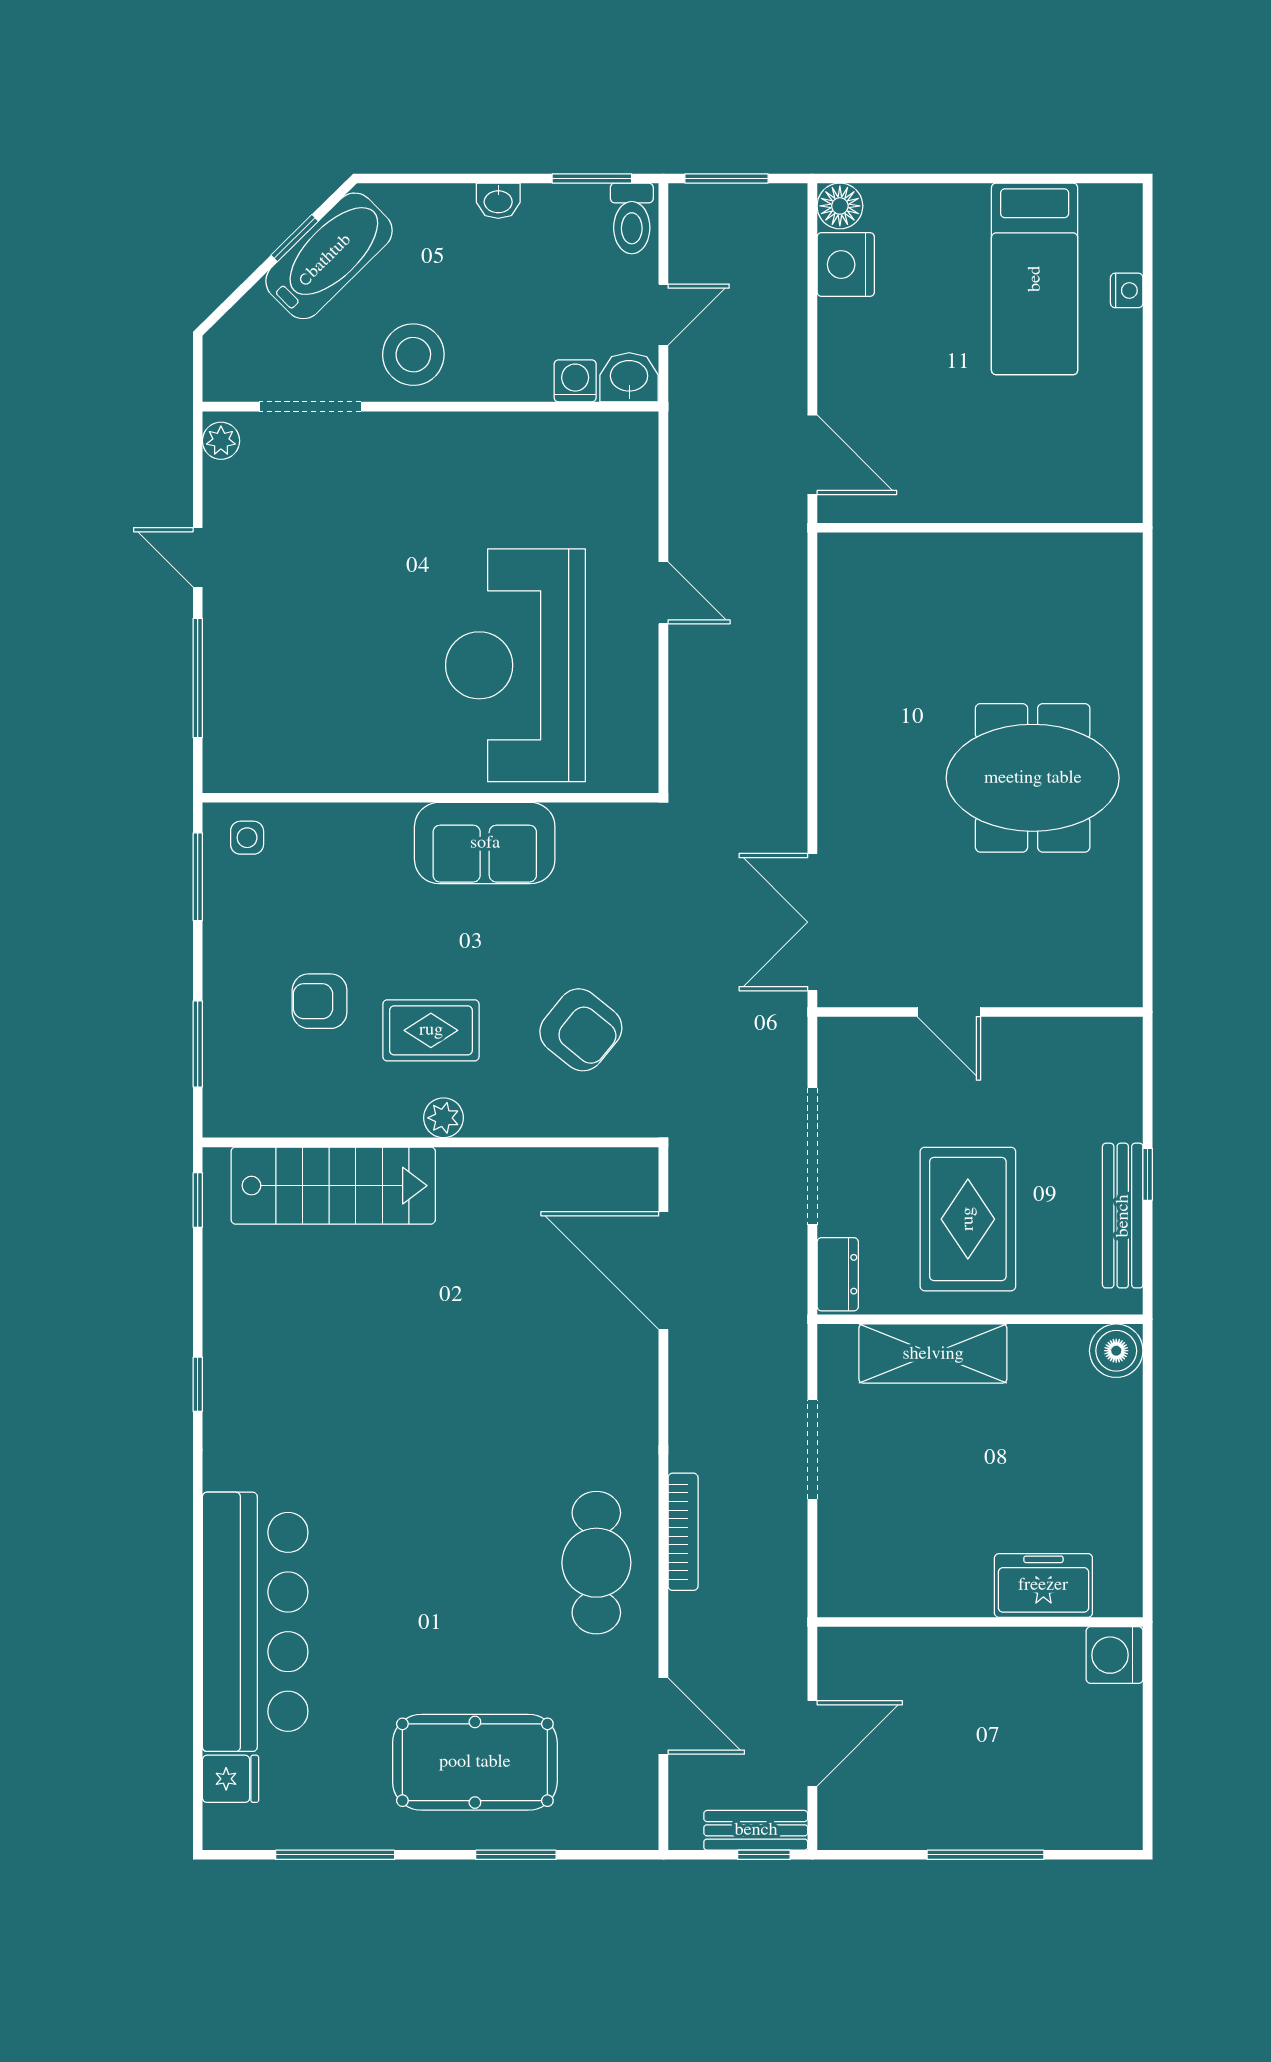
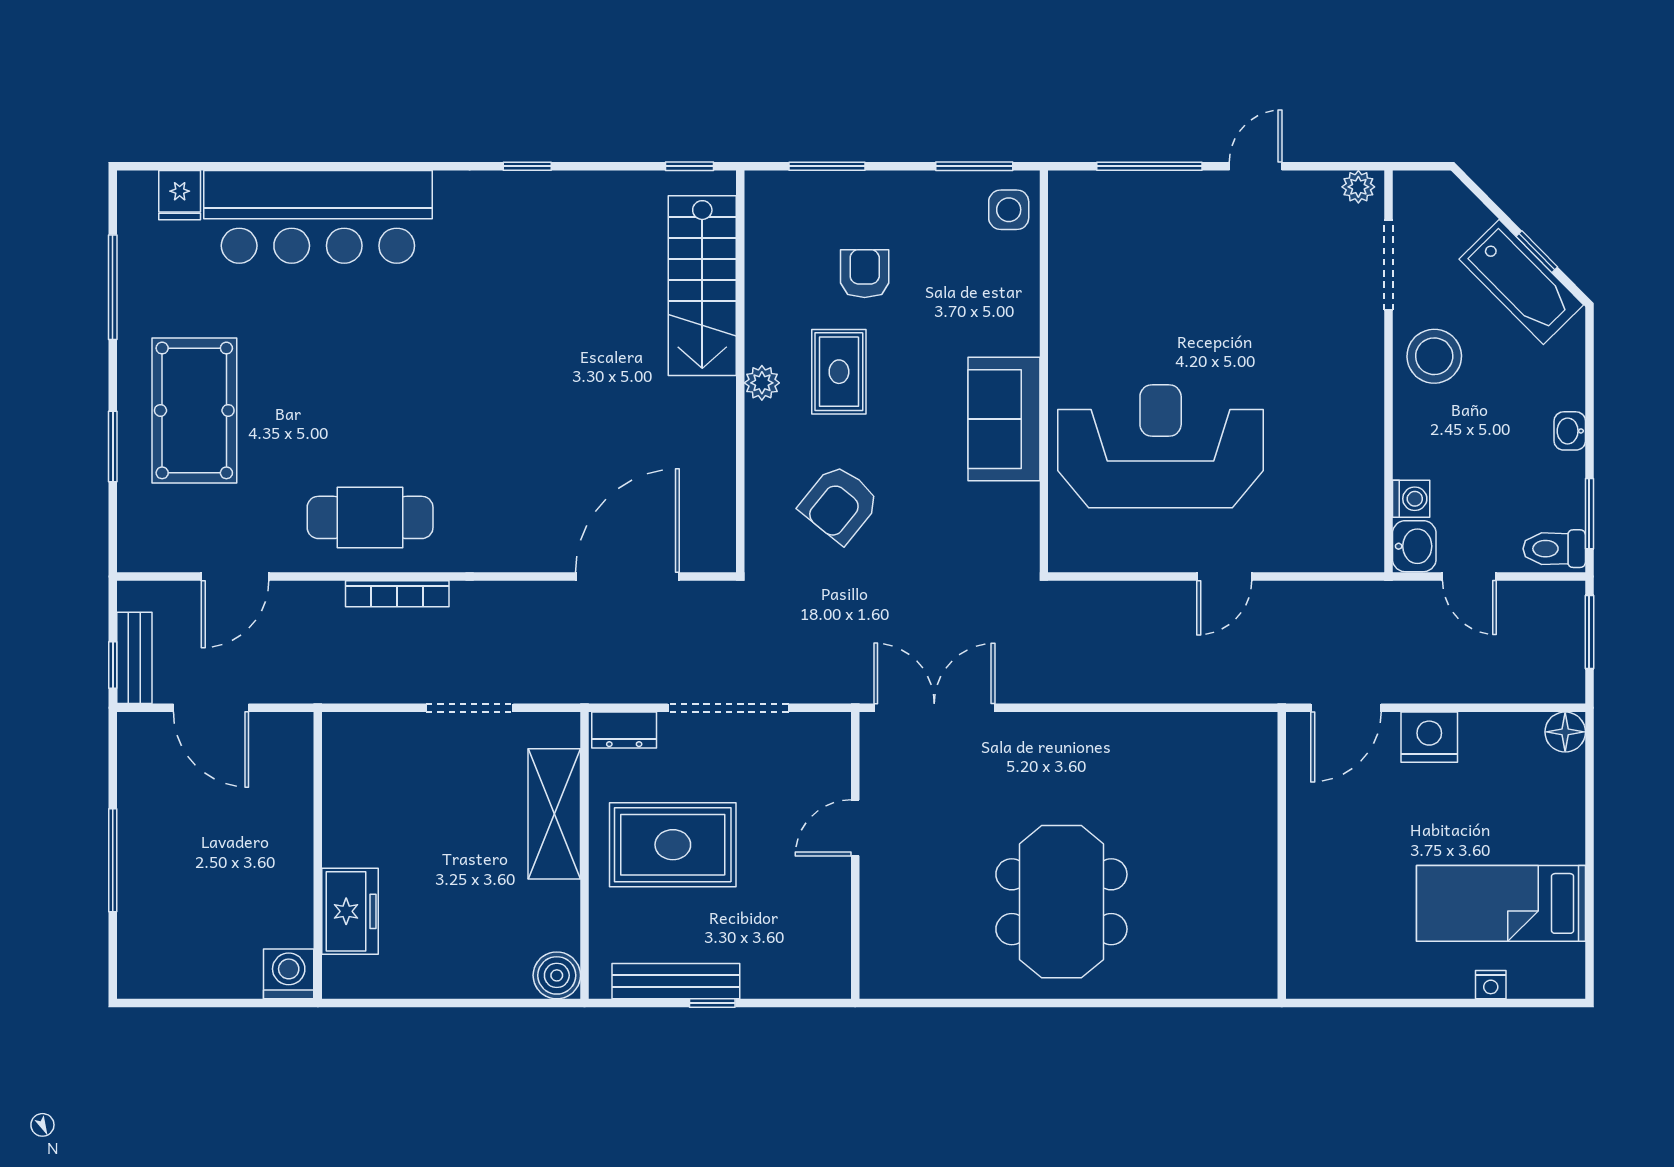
nightstand: (846, 265) -> (1429, 737), moved
side table: (247, 838) -> (1009, 210), width x1.37, depth x1.37

